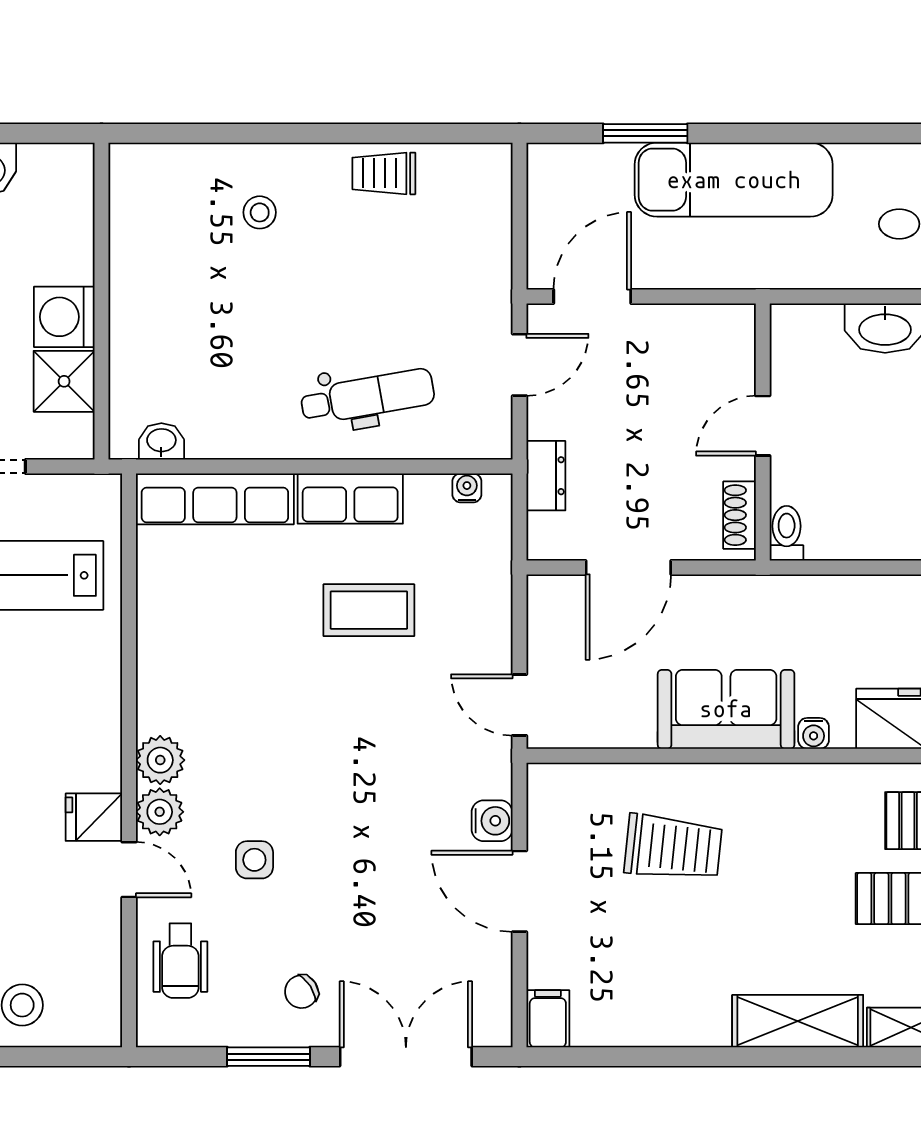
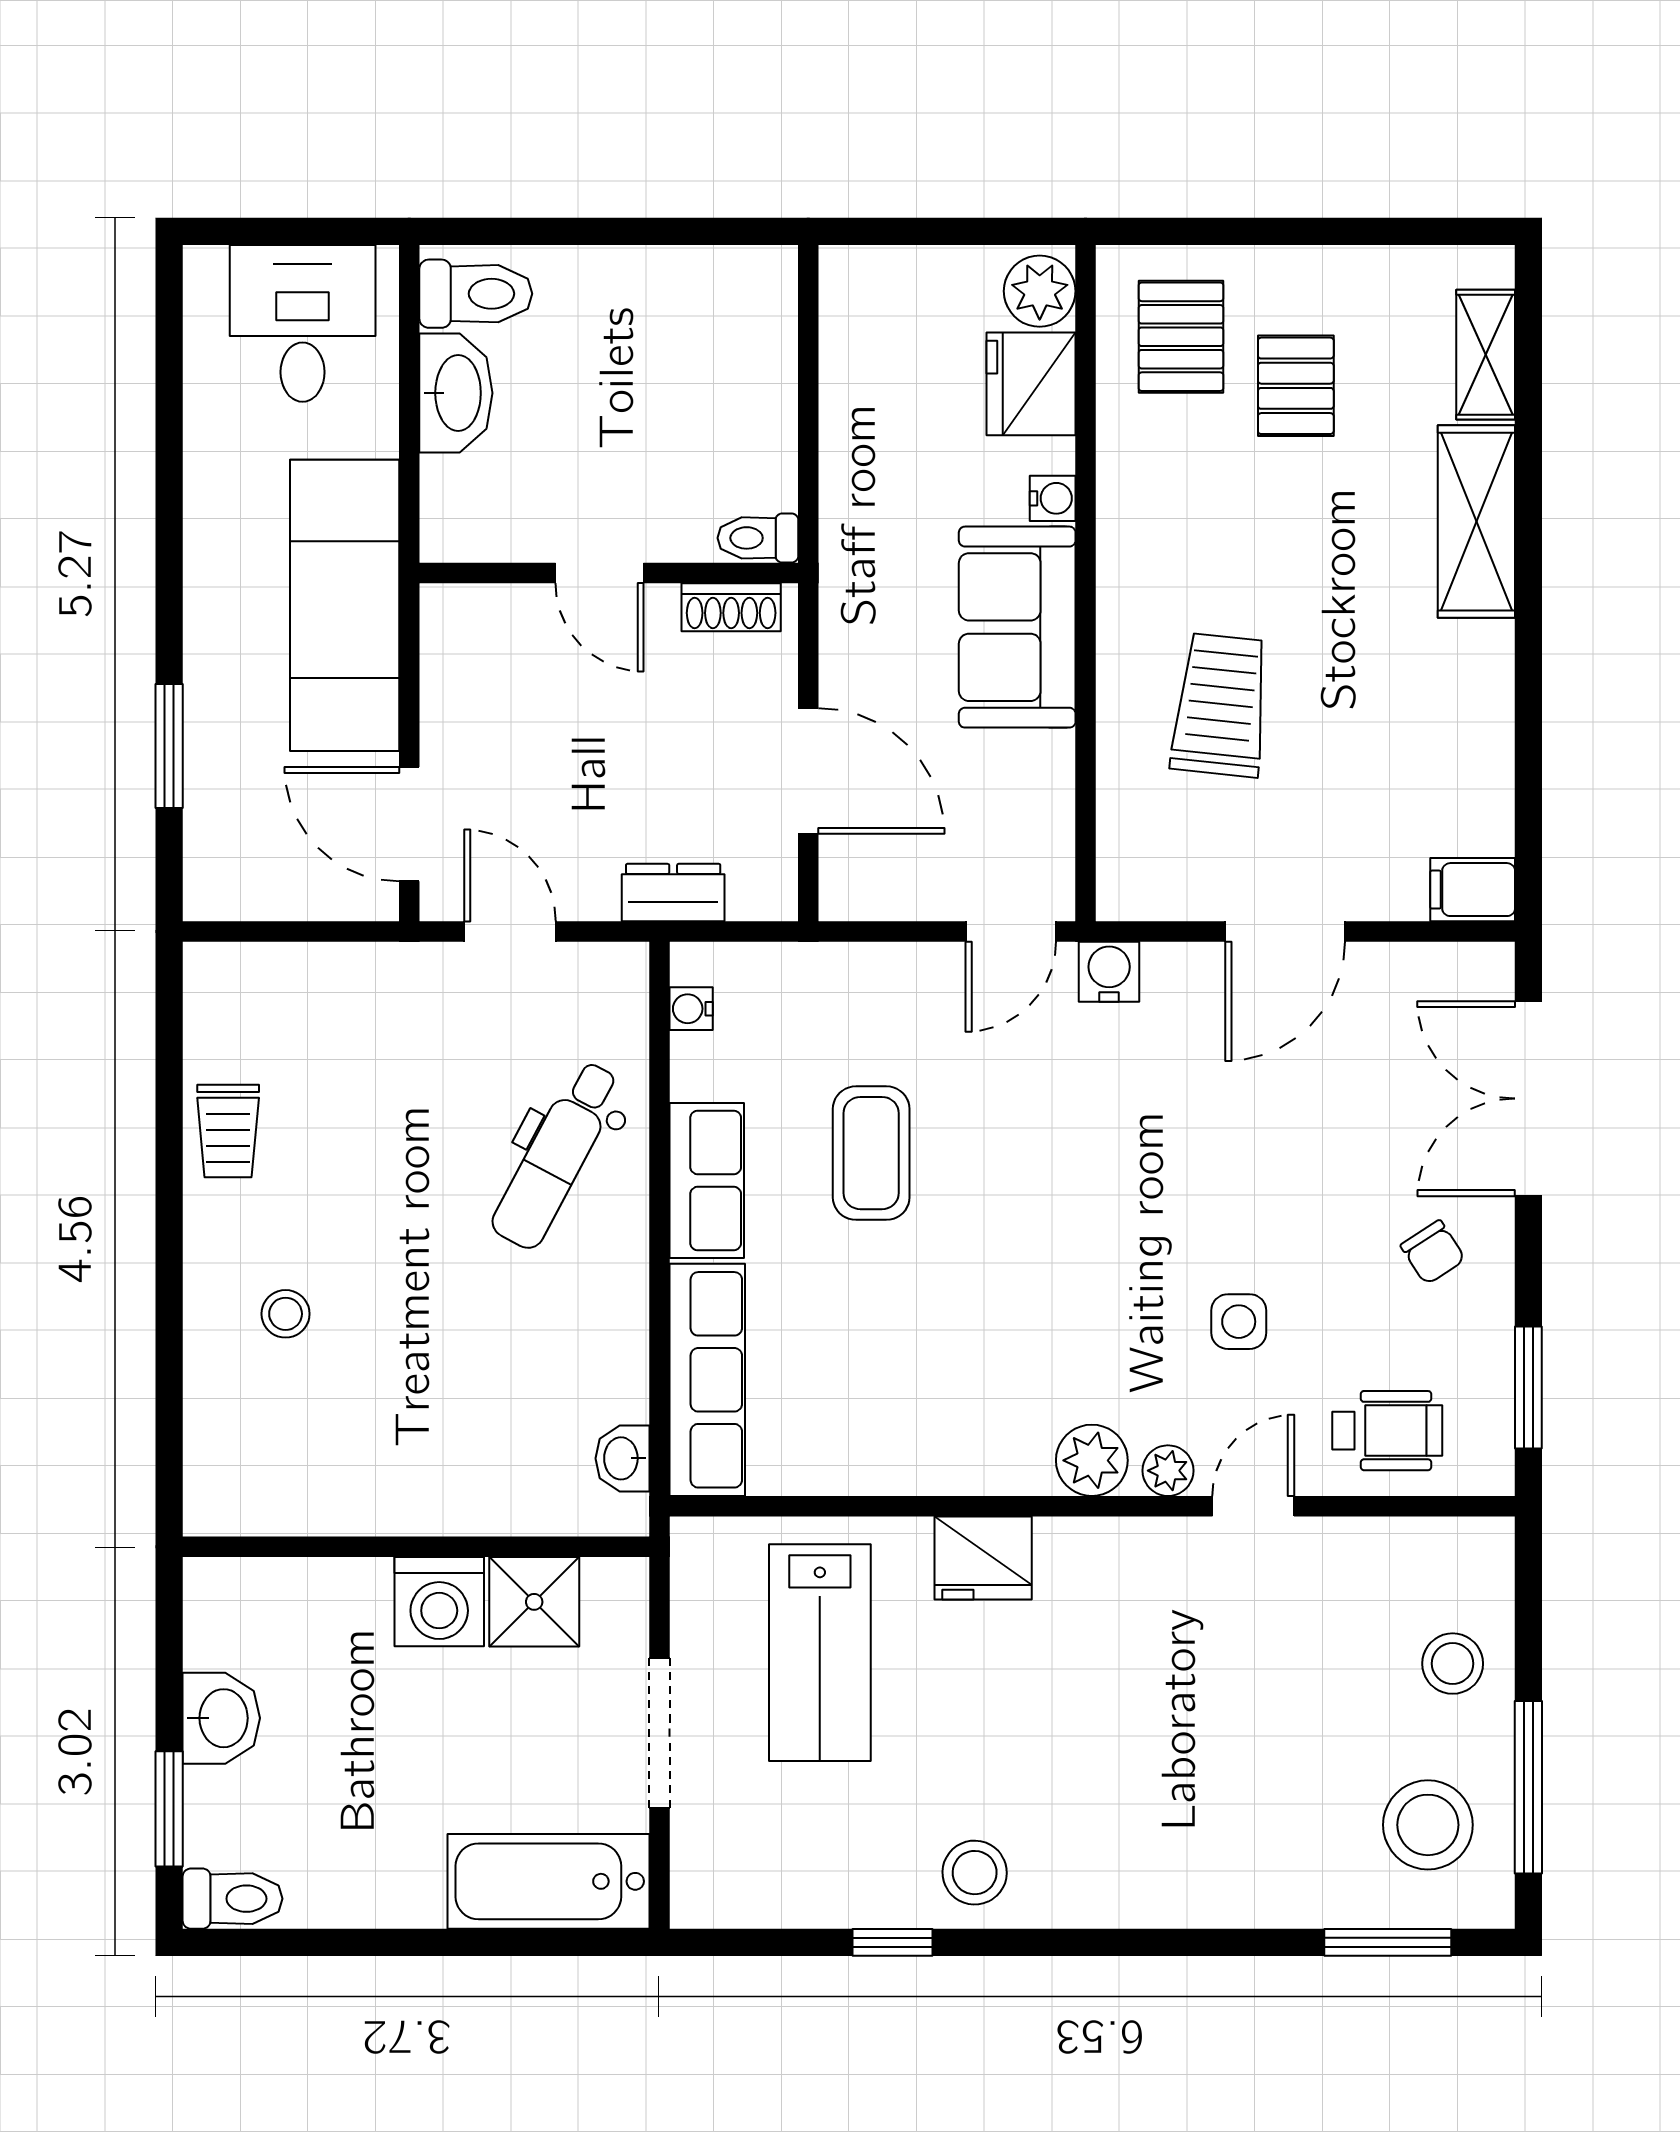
exam couch: (734, 180) -> (345, 605), moved, turned 180
dental chair: (368, 397) -> (557, 1155), turned -142
plant: (160, 812) -> (1168, 1471), width x0.73, depth x0.73
fridge: (94, 817) -> (983, 1558), moved, width x1.38
water cooler: (492, 821) -> (1109, 972), moved
window: (268, 1057) -> (1528, 1388), moved

